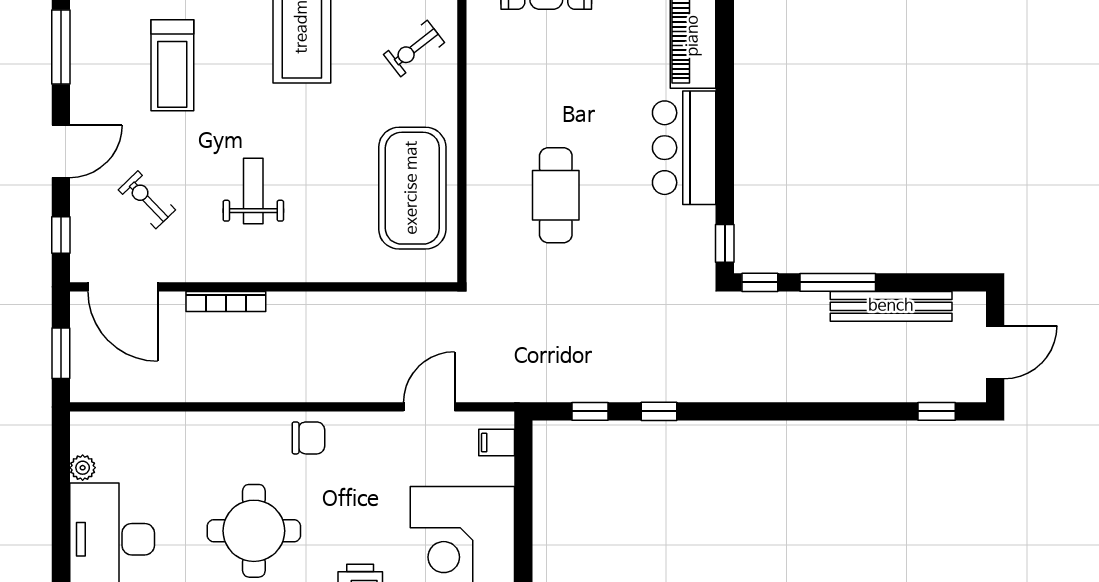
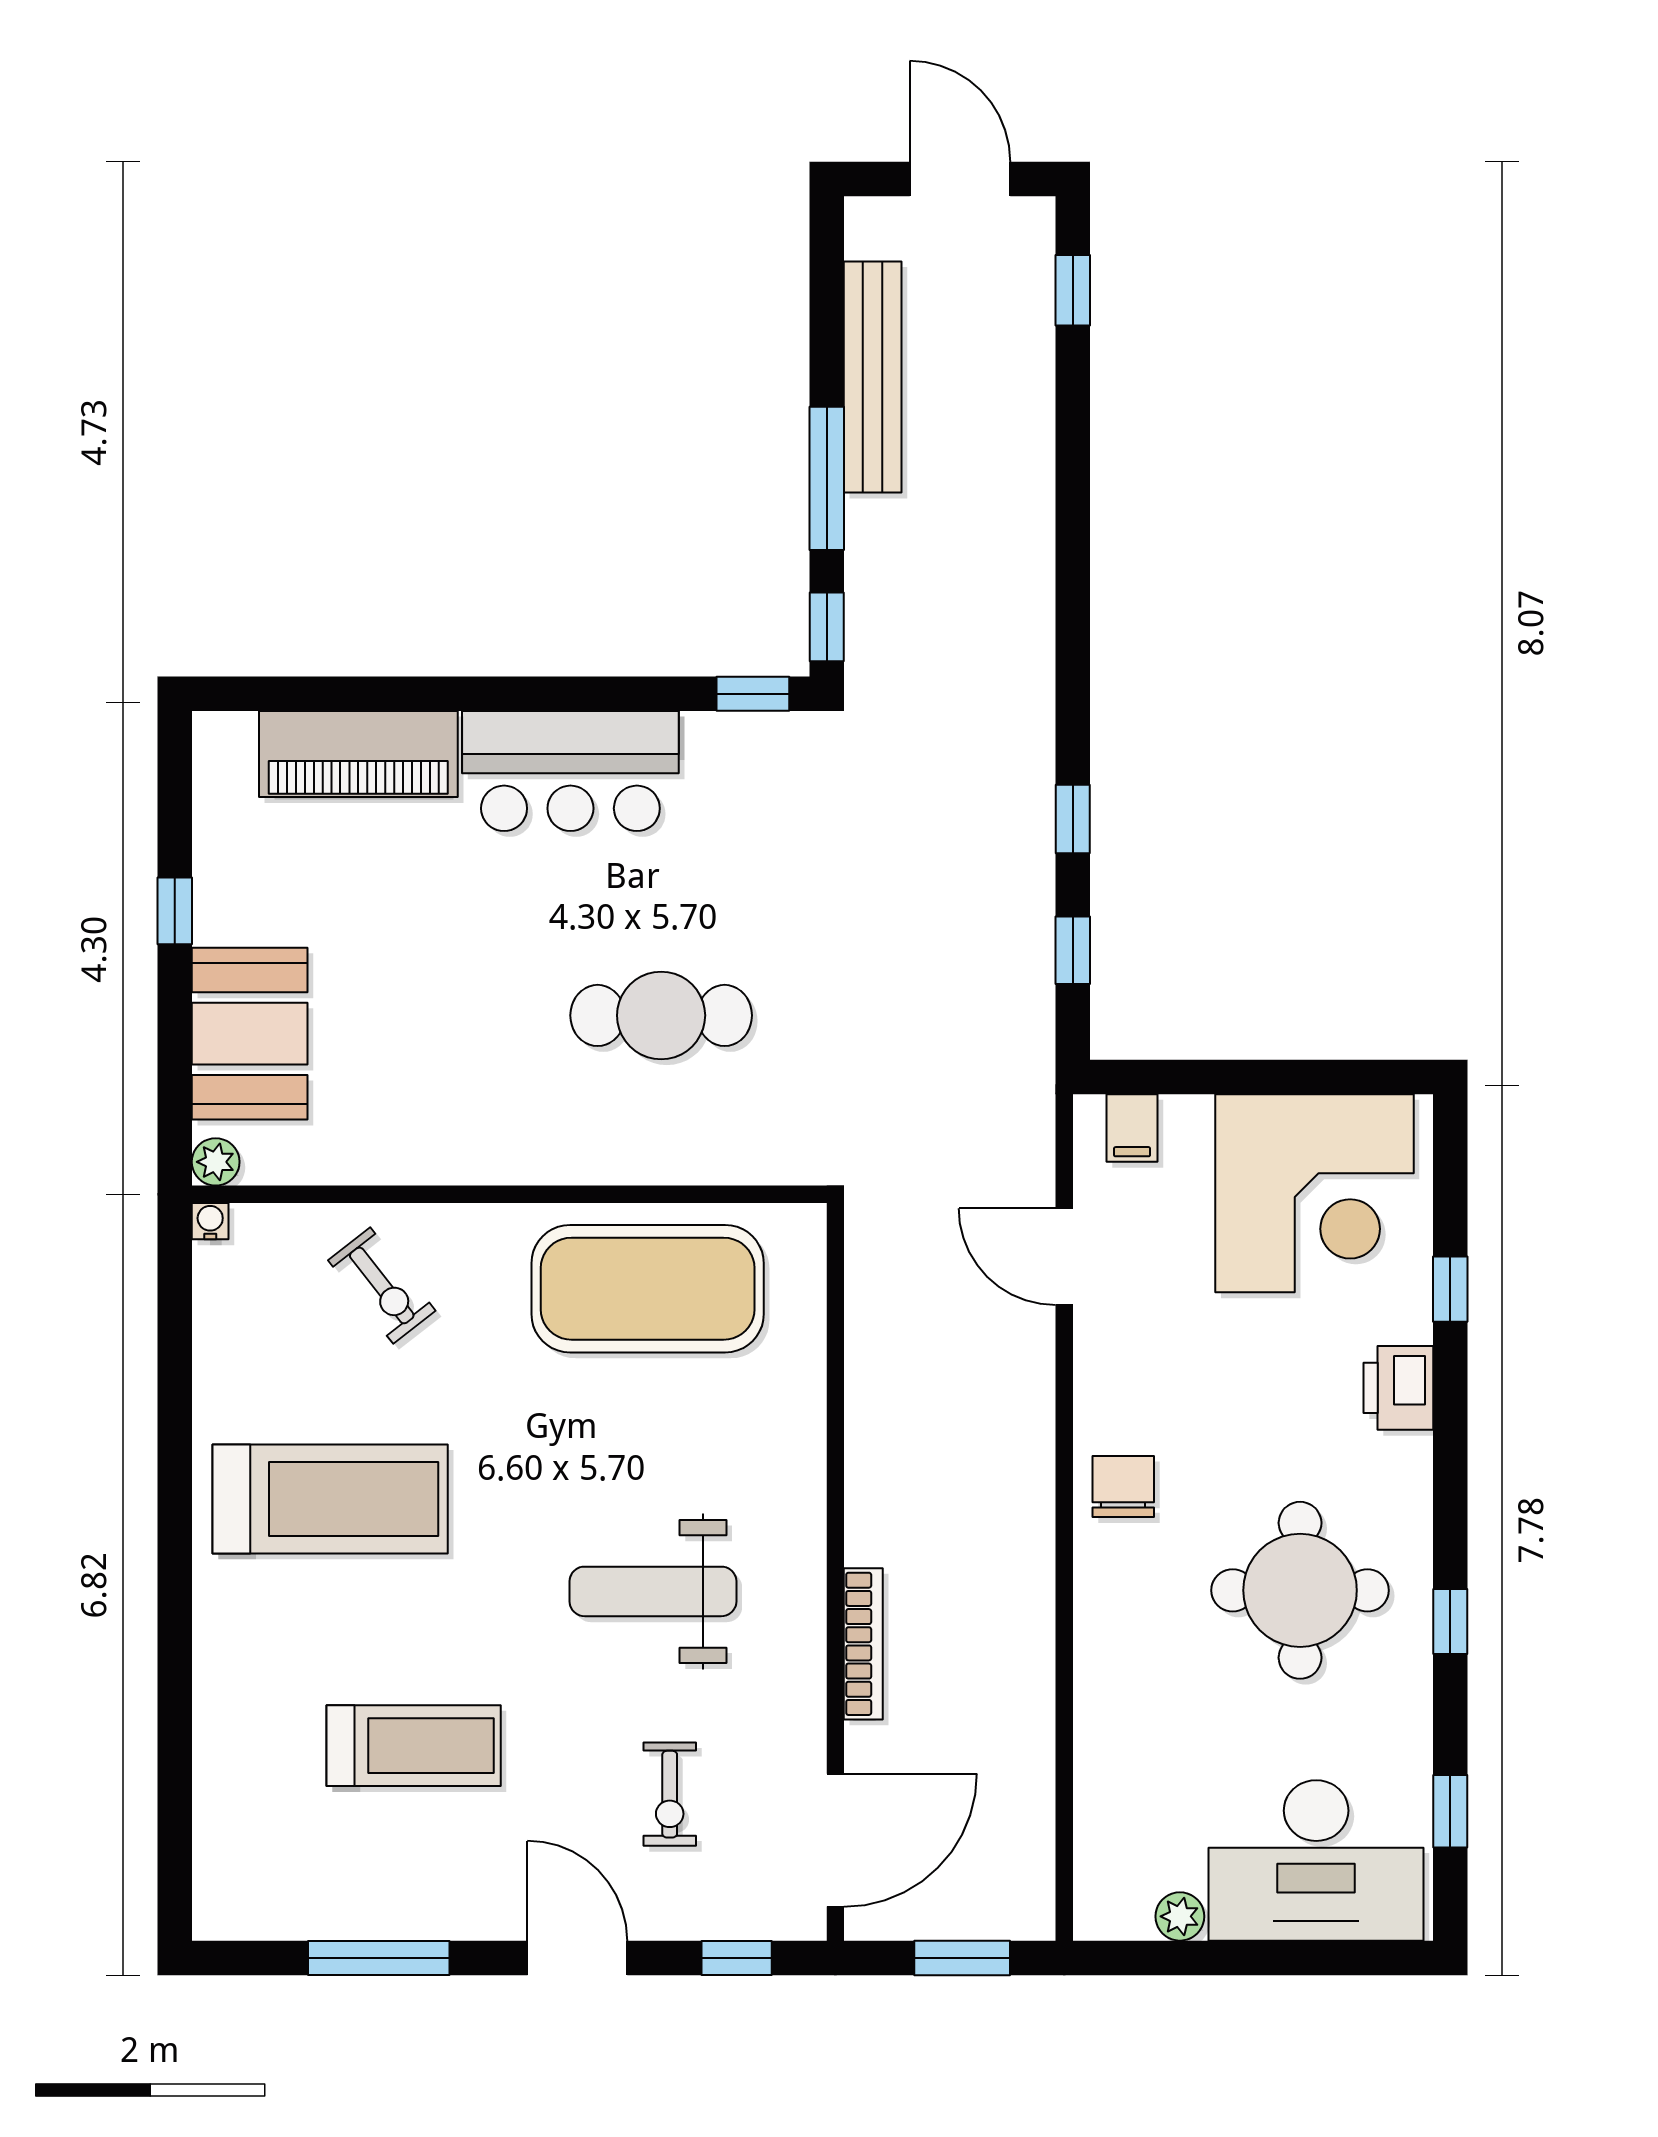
weight bench: (253, 191) -> (653, 1591), width x1.36, depth x1.33
exercise bike: (147, 200) -> (670, 1794), turned -46

